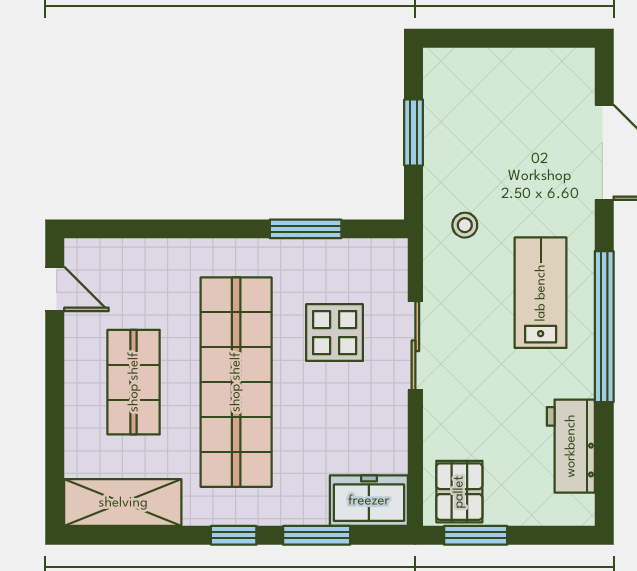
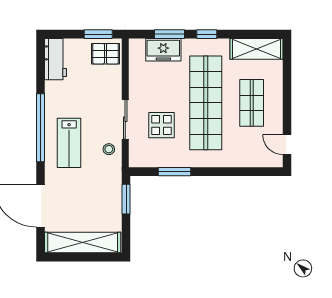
shelving: (510, 71) -> (83, 243), added
window: (414, 133) -> (126, 199), moved
stool: (465, 225) -> (109, 149), moved
workbench: (571, 446) -> (55, 59), moved
pallet: (459, 492) -> (106, 54), turned 90
freezer: (369, 501) -> (163, 50), moved

